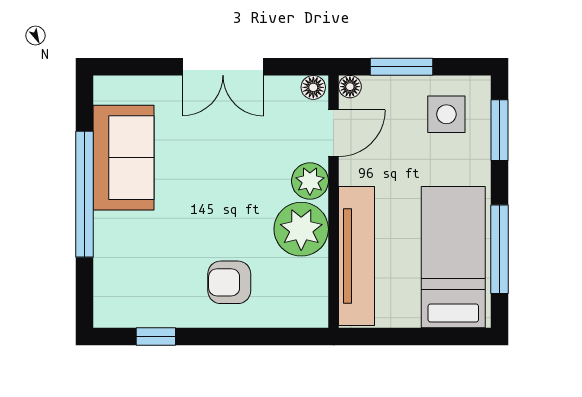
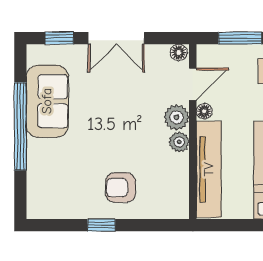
window: (141, 67) -> (59, 38), added
floor lamp: (350, 87) -> (204, 111), moved
plant: (301, 229) -> (179, 142), width x0.53, depth x0.53
window: (156, 336) -> (101, 225), moved

